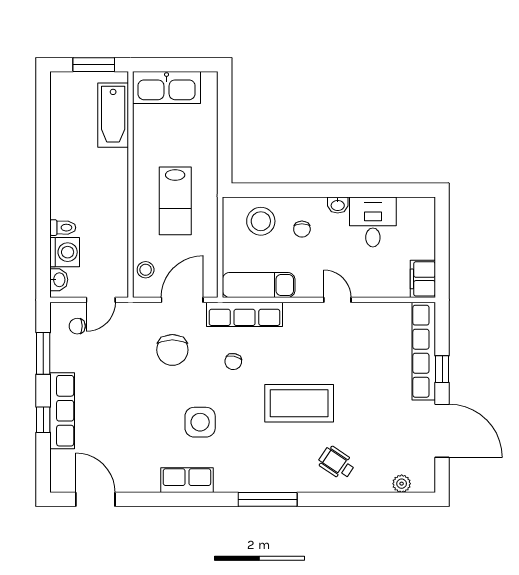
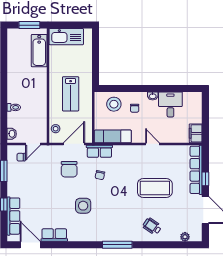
washing machine: (65, 252) -> (15, 120), removed
row of seats: (245, 314) -> (99, 151), width x0.68
coffee table: (299, 403) -> (155, 188), moved
row of seats: (62, 411) -> (13, 216), moved
row of seats: (187, 480) -> (54, 235), moved

